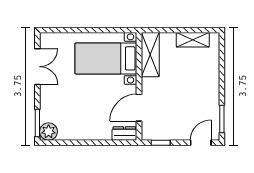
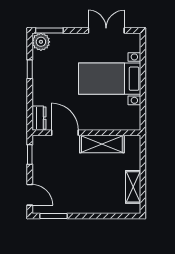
shelving: (150, 55) -> (102, 144), moved
bed with nightstands: (106, 58) -> (110, 79), moved, turned -90
double door: (37, 67) -> (106, 31), swing flipped
window: (76, 143) -> (30, 69), added

